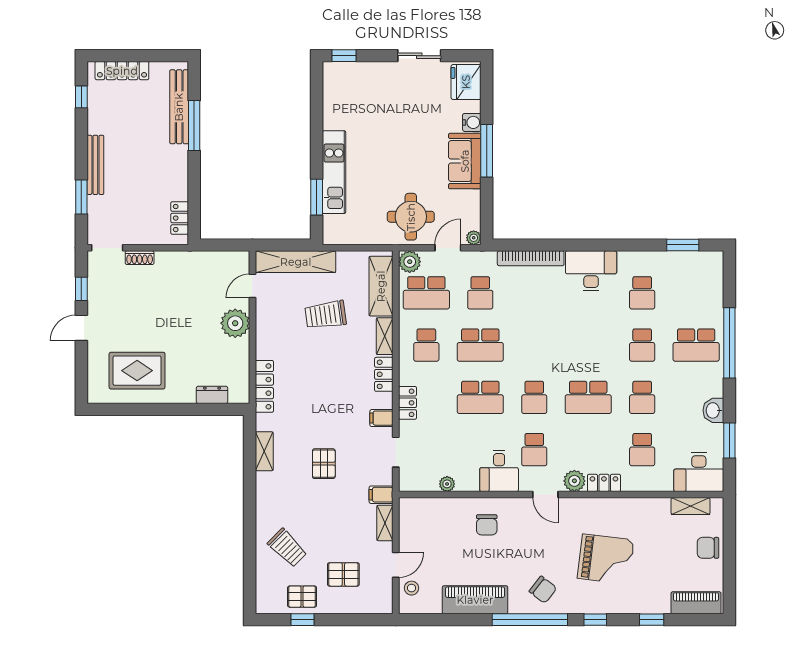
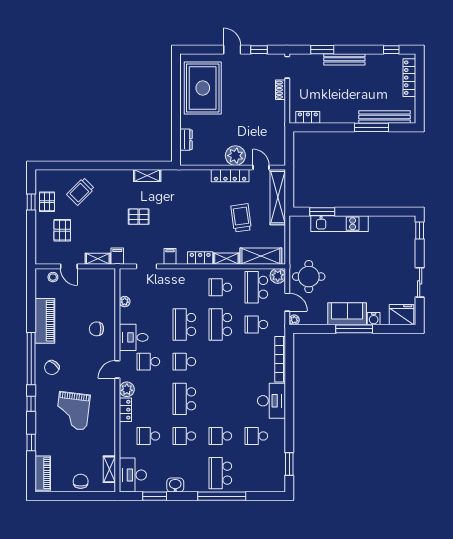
rug: (137, 371) -> (203, 88), width x1.37, depth x1.44
locker: (264, 386) -> (230, 176), moved
locker: (408, 403) -> (181, 274), removed

